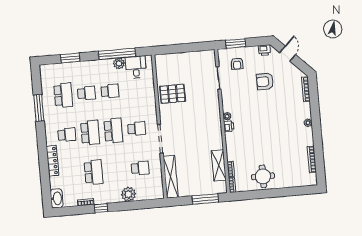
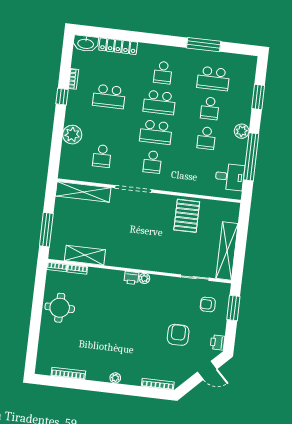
shelving: (193, 57) -> (227, 251), added
plant: (119, 63) -> (242, 131), moved
locker: (52, 161) -> (118, 46), moved

